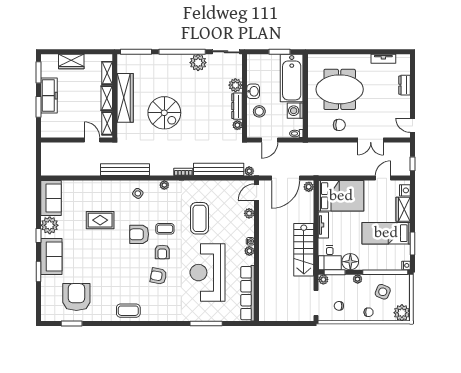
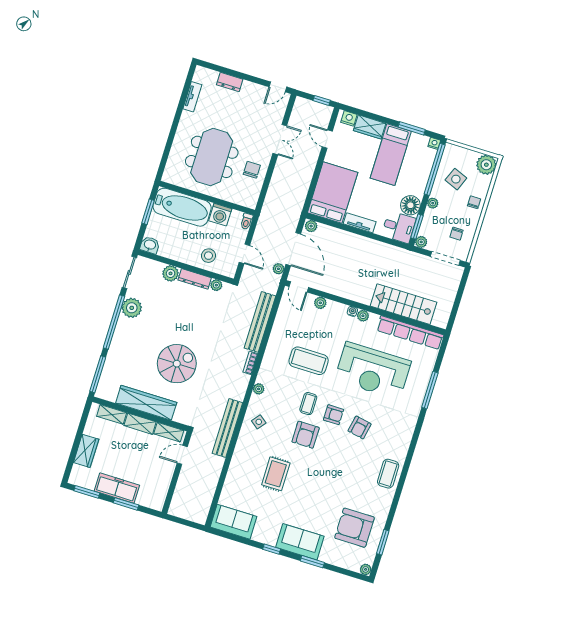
washbasin: (253, 91) -> (150, 245), moved
plant: (249, 171) -> (278, 269), moved
plant: (50, 225) -> (366, 569), moved, width x0.53, depth x0.53
stairs: (304, 250) -> (403, 304), moved, turned 180

